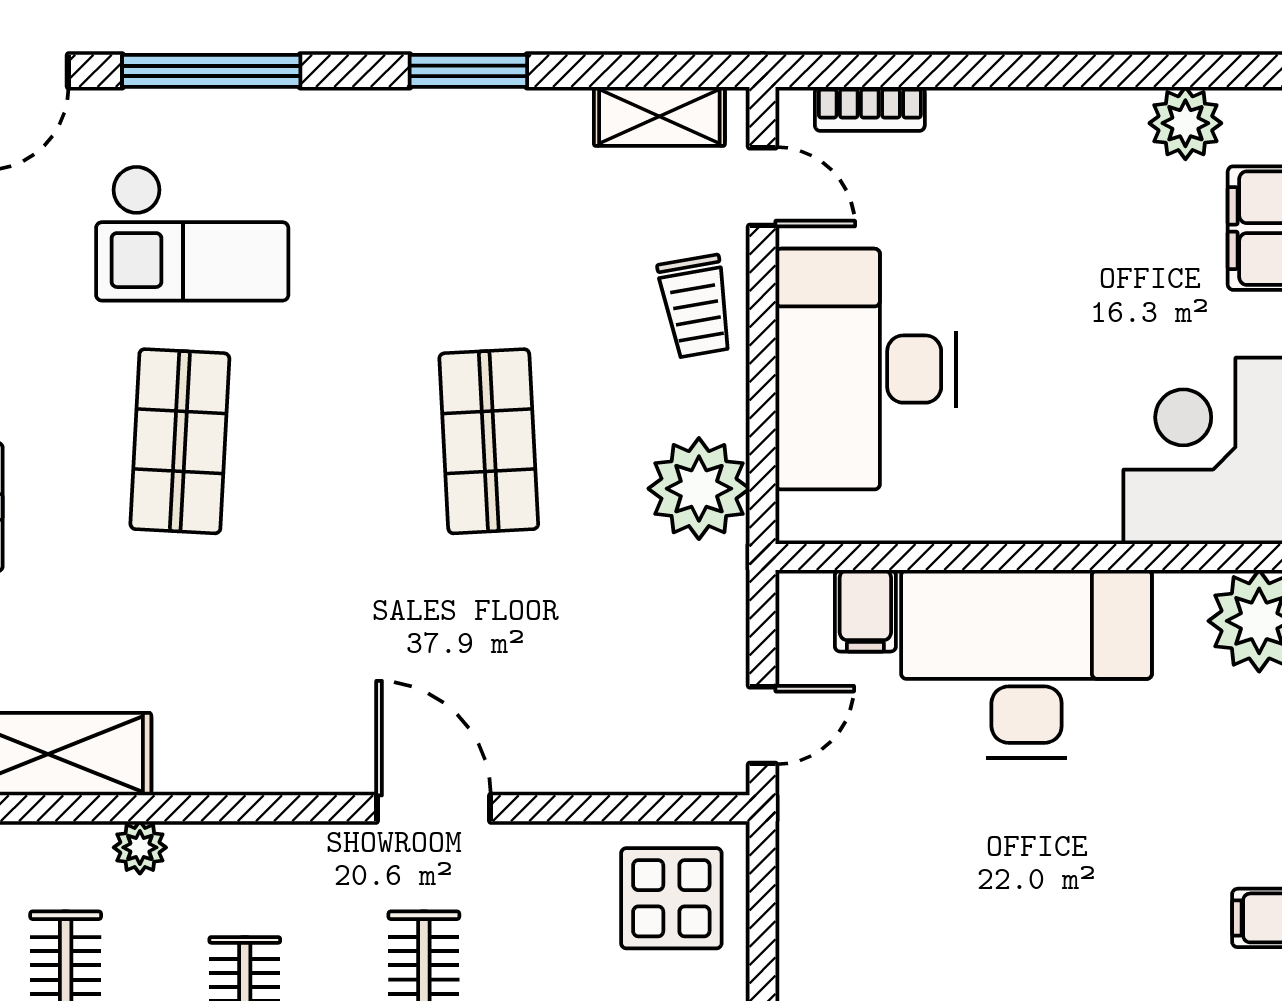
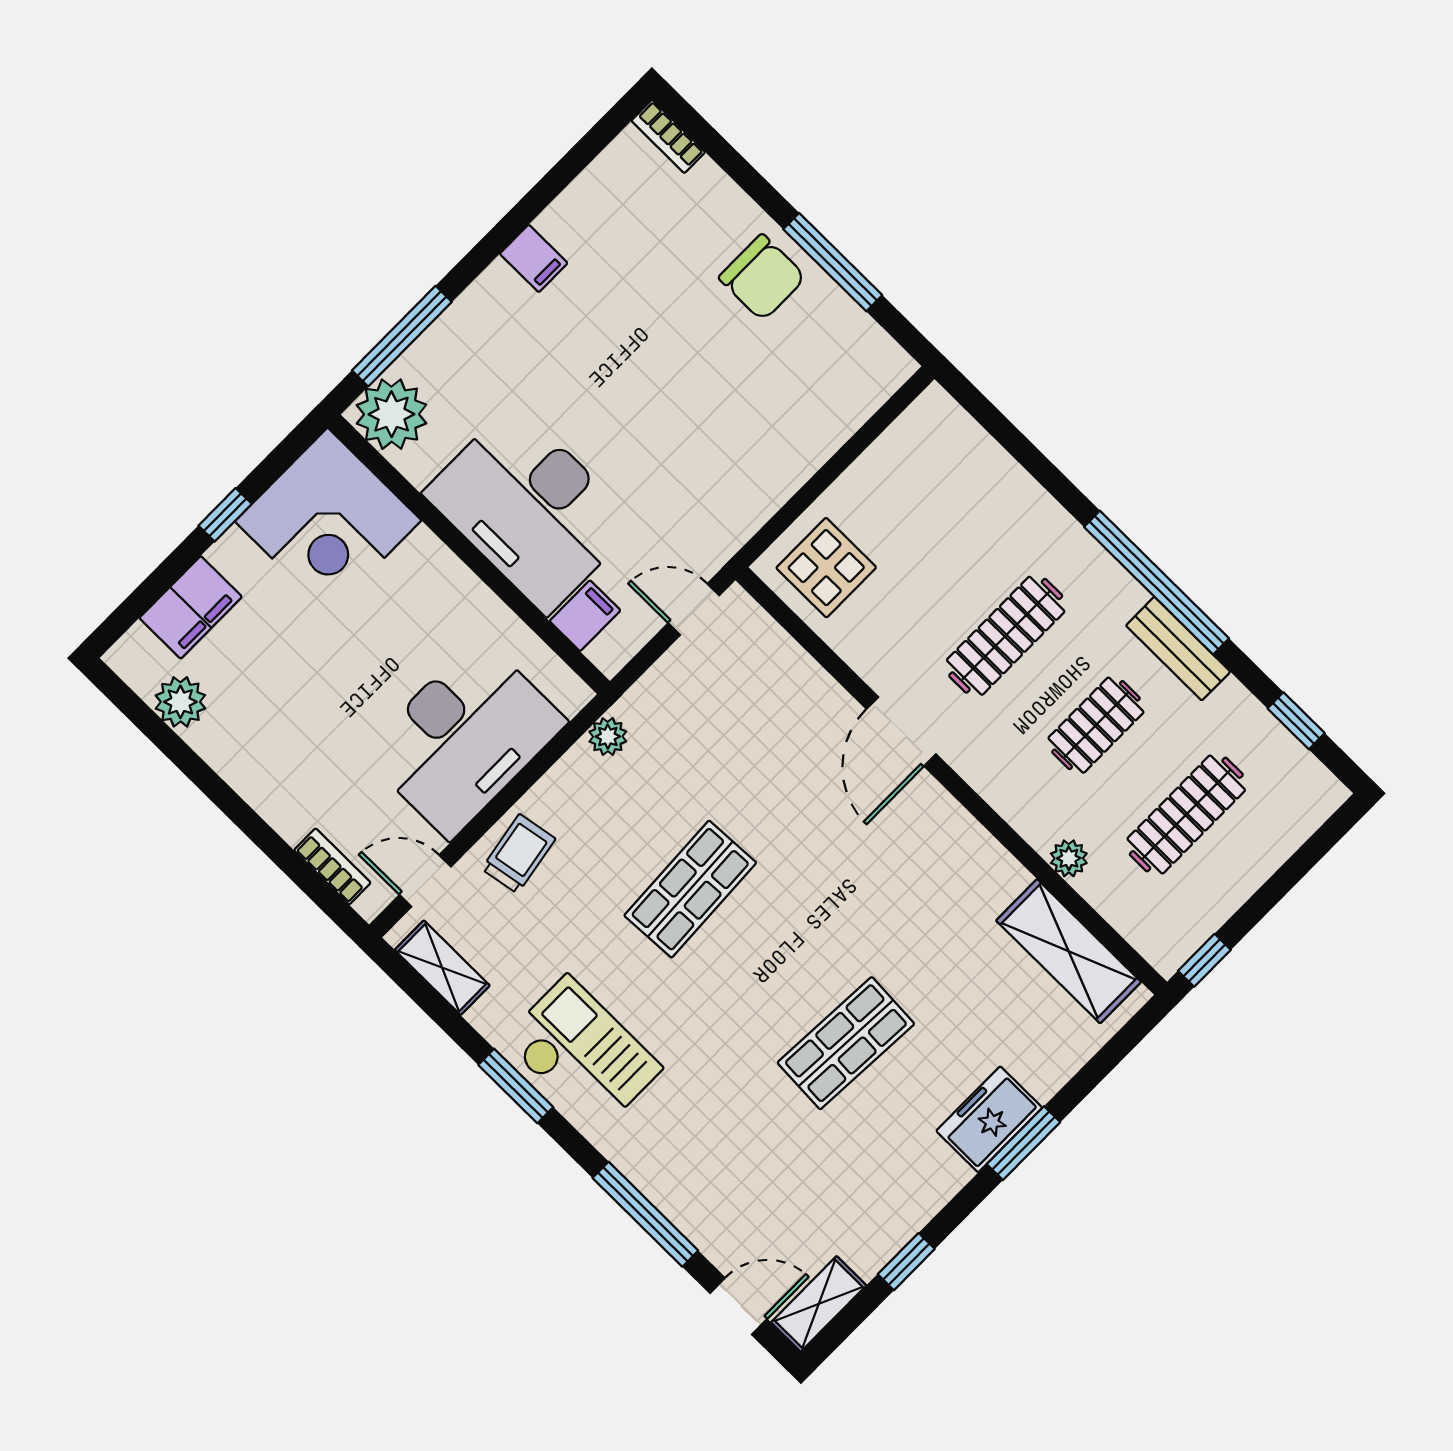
door: (763, 187) -> (425, 881), hinge flipped
checkout: (192, 233) -> (582, 1054), moved
plant: (699, 489) -> (608, 737), width x0.53, depth x0.53

